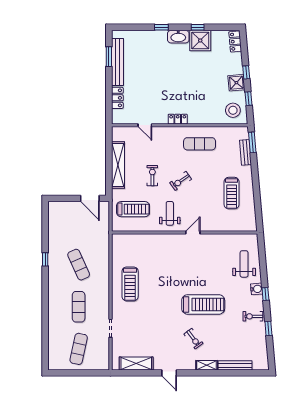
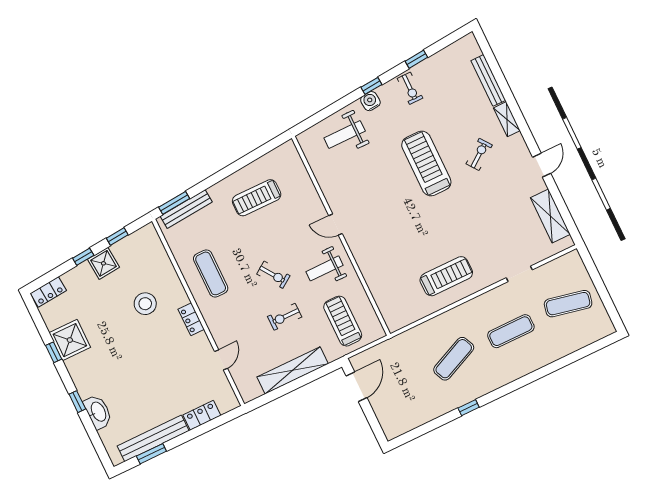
washbasin: (178, 37) -> (98, 412), moved
stool: (233, 110) -> (145, 304), moved
bench: (245, 152) -> (186, 209), width x1.36
treadmill: (232, 193) -> (257, 198), turned 180

